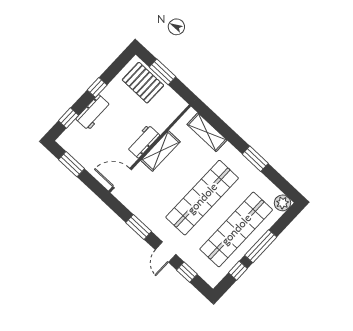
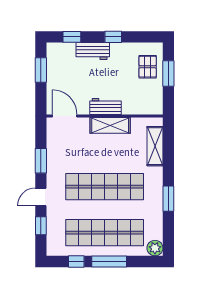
pallet: (143, 83) -> (148, 67), width x0.67, depth x0.71

